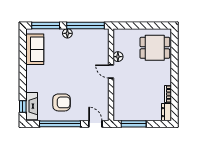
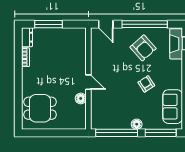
armchair: (59, 70) -> (146, 84), added
armchair: (62, 102) -> (143, 48), turned -132
window: (134, 124) -> (49, 24), moved

